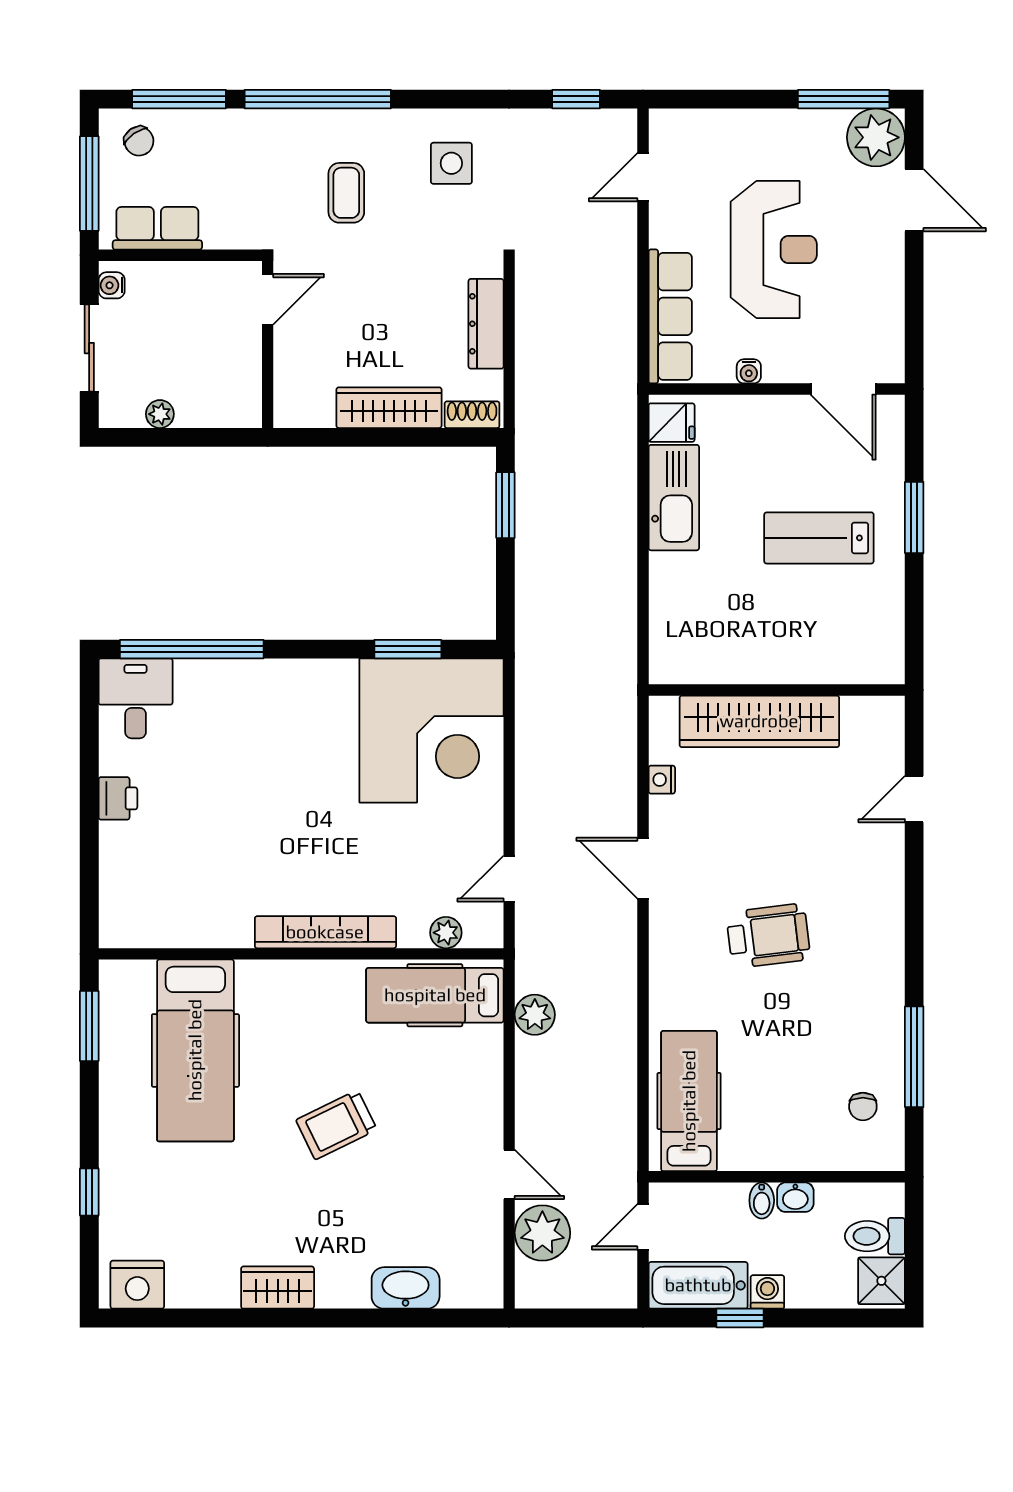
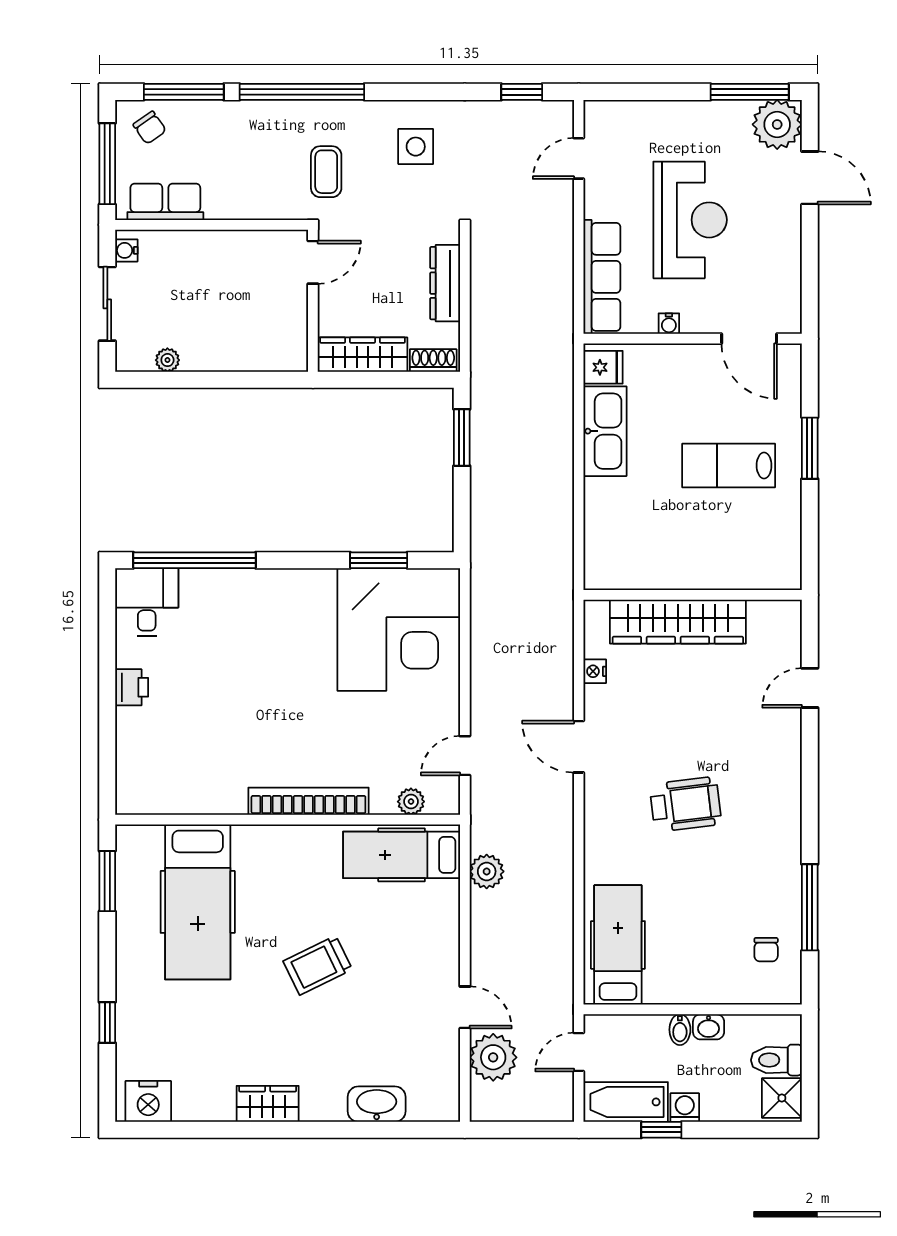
door: (268, 299) -> (313, 262), moved
wall: (268, 344) -> (313, 301), moved

